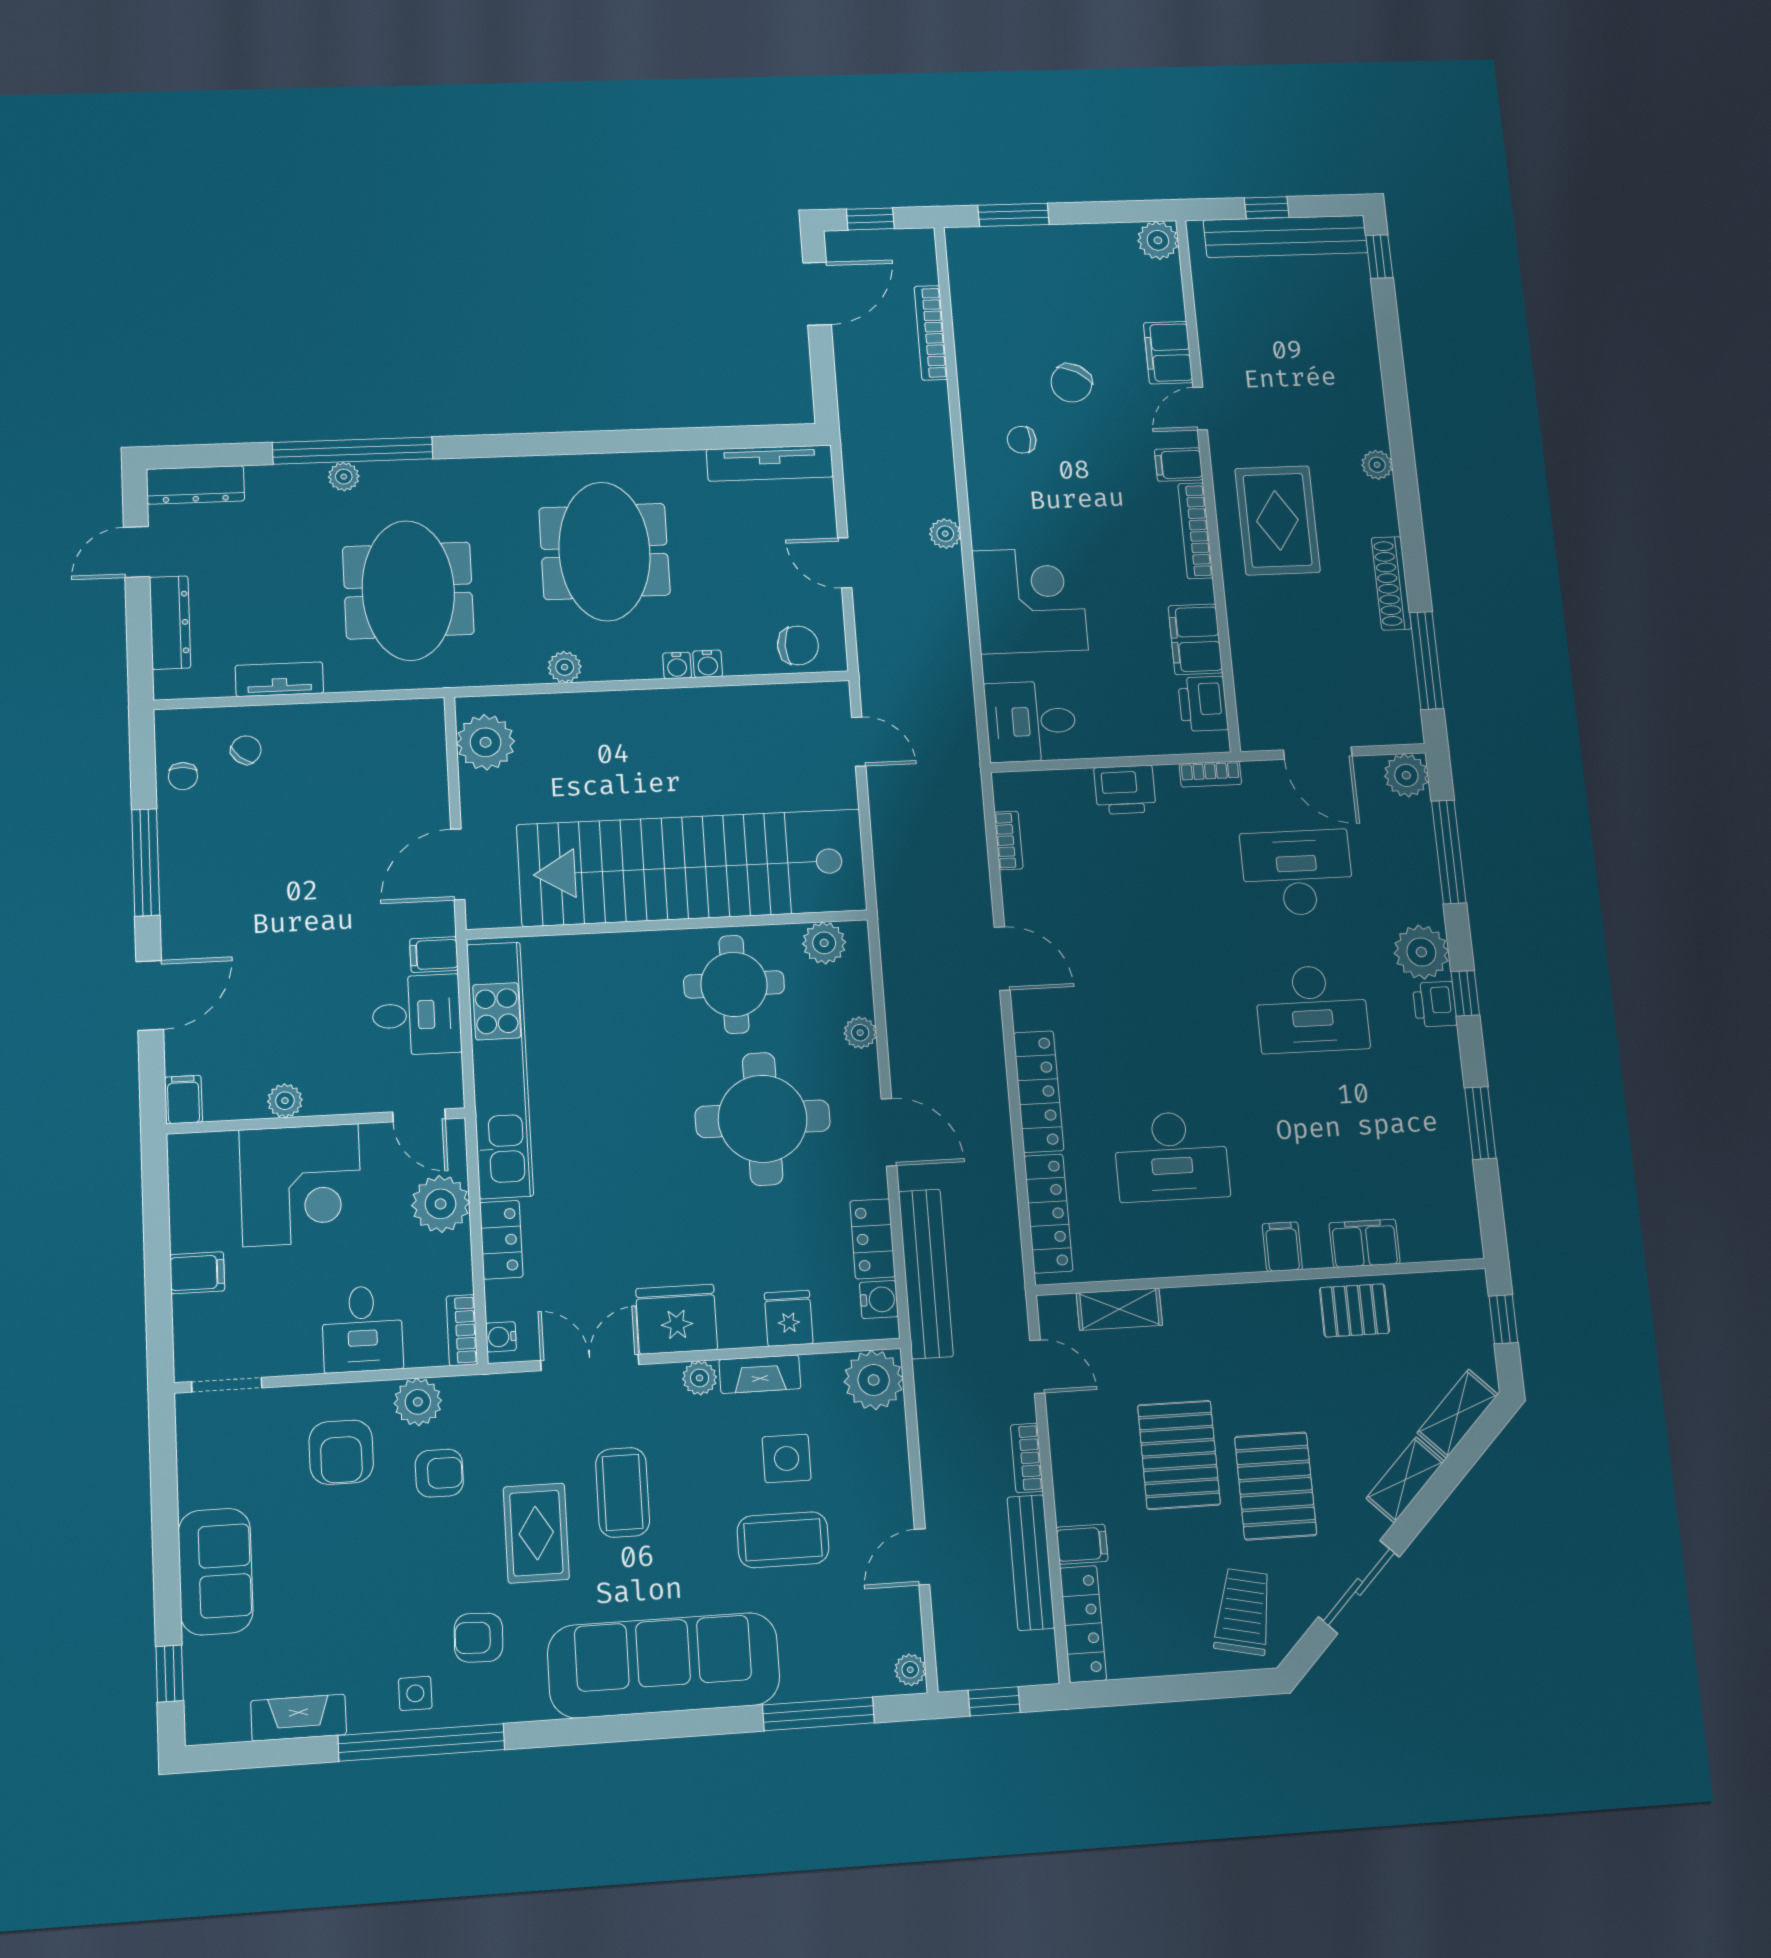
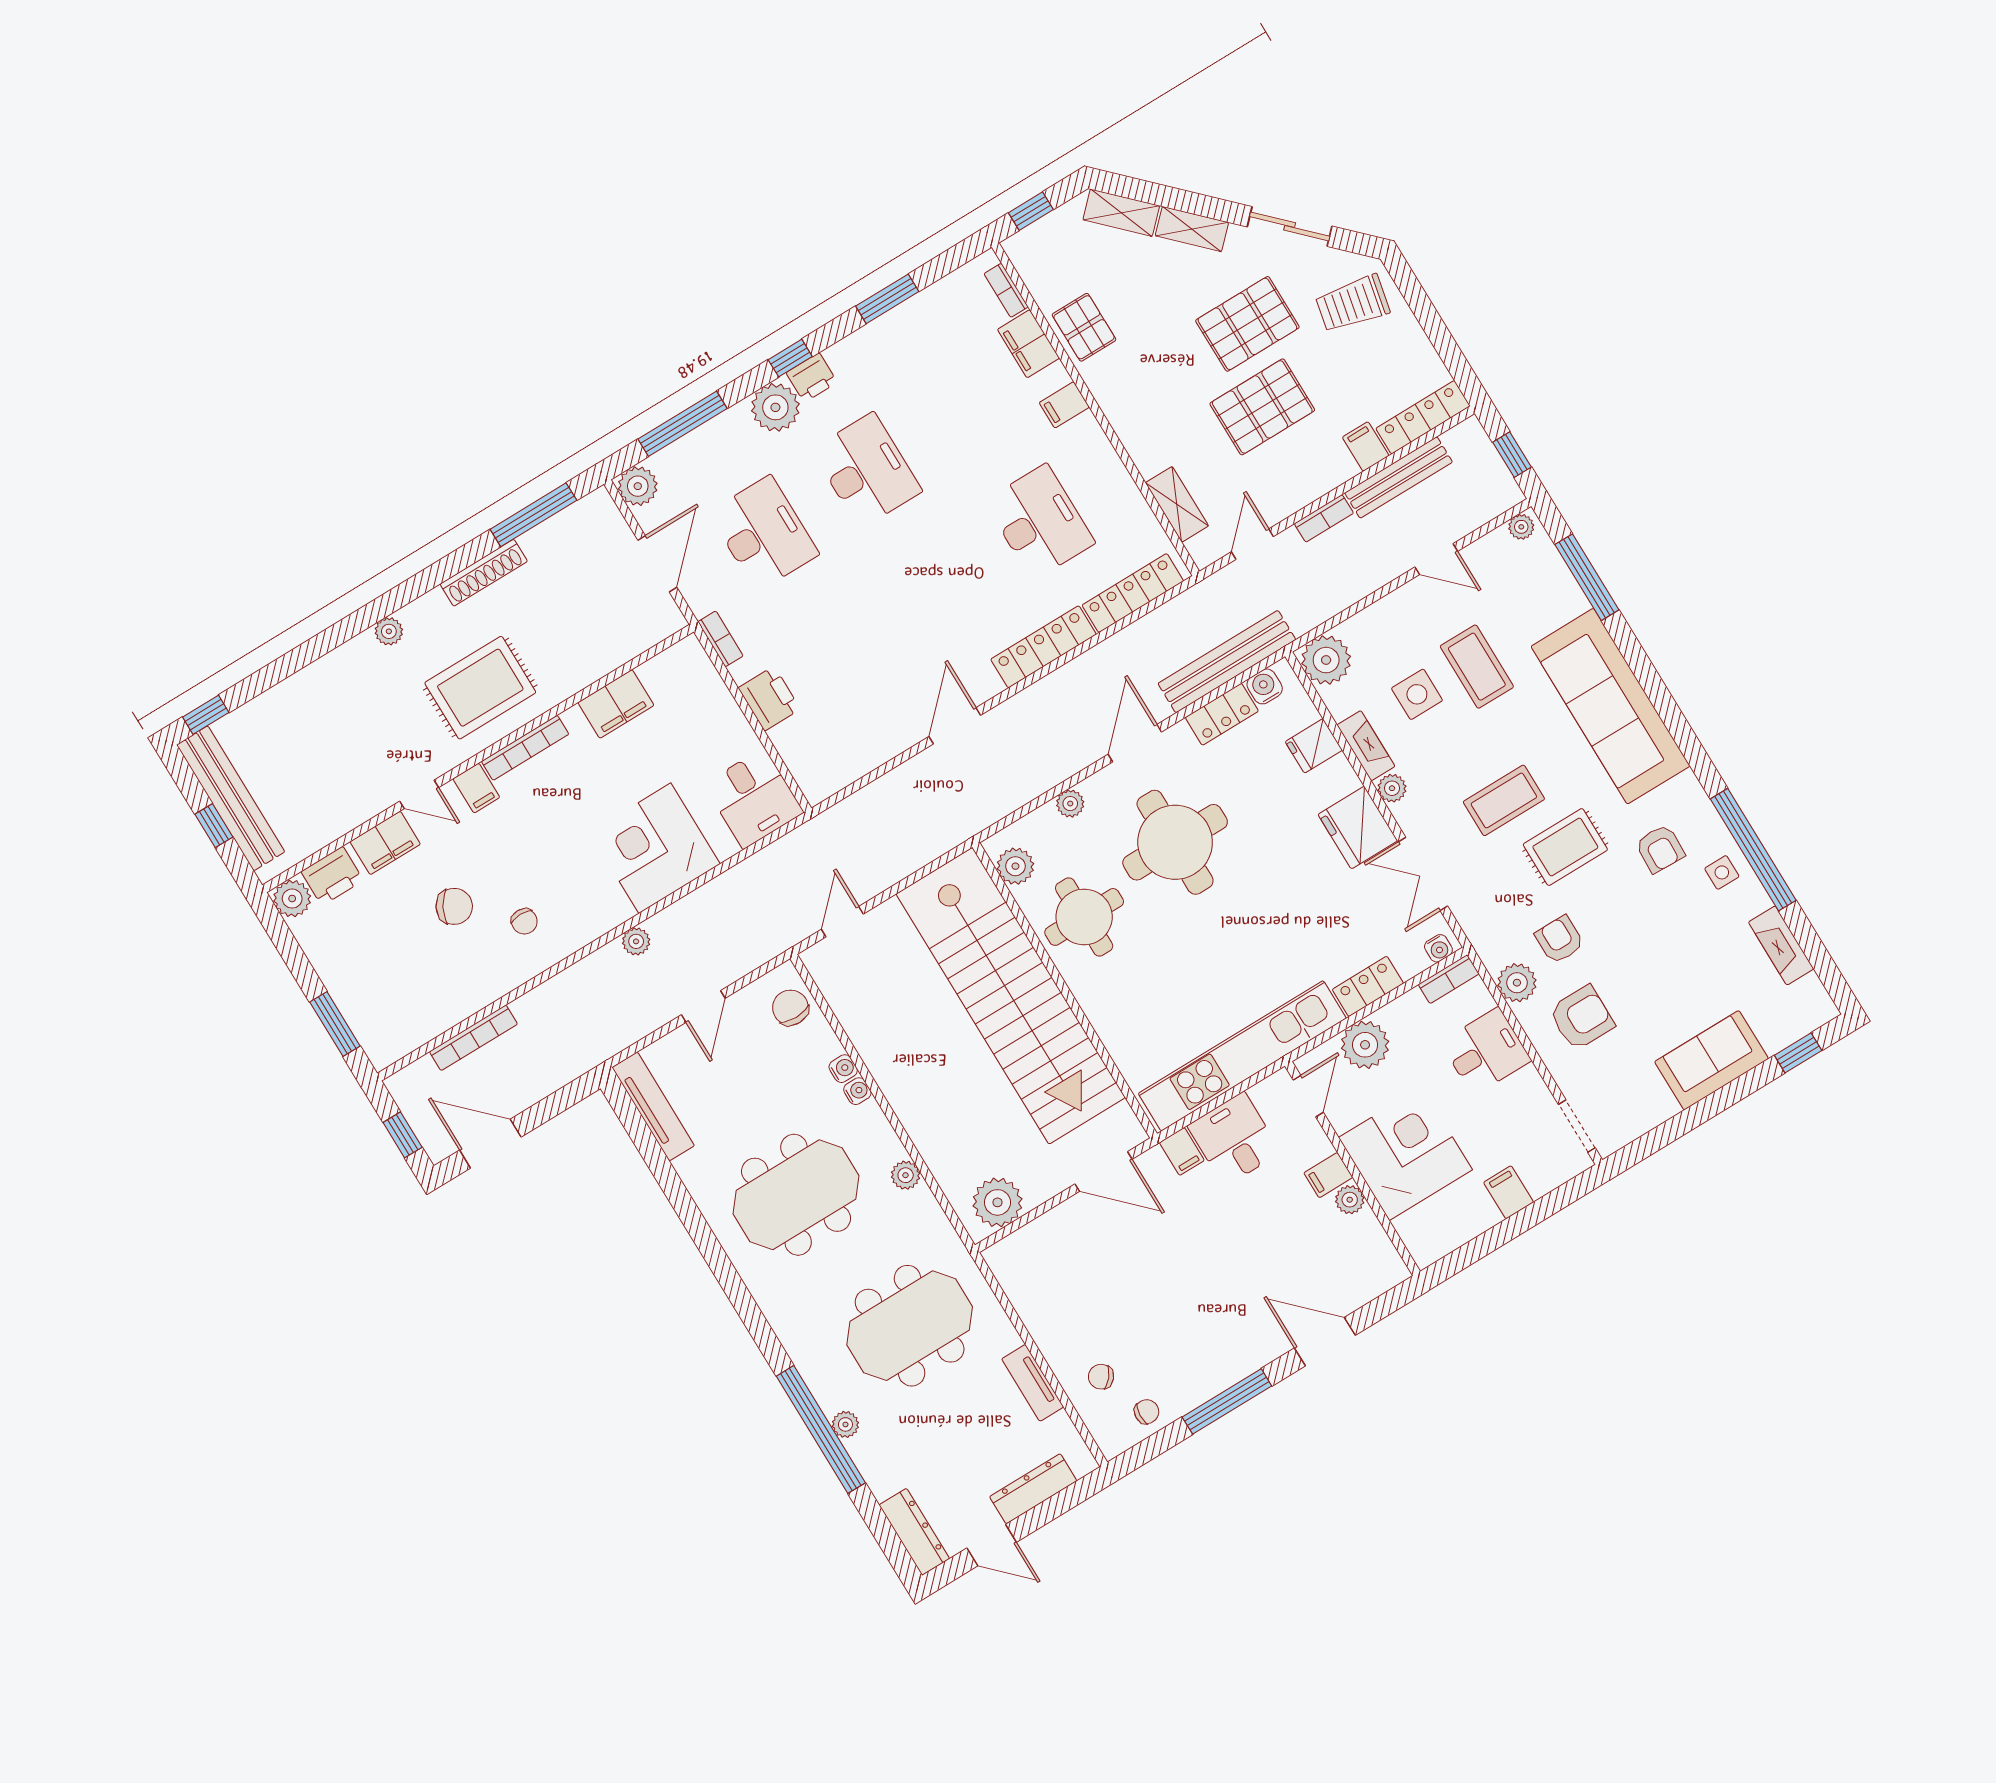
printer: (1203, 704) -> (332, 876), moved
bookcase: (1009, 840) -> (1006, 290), moved, turned -90
desk: (1297, 873) -> (764, 533), turned 180
filing cabinet: (183, 1100) -> (1328, 1175), moved

